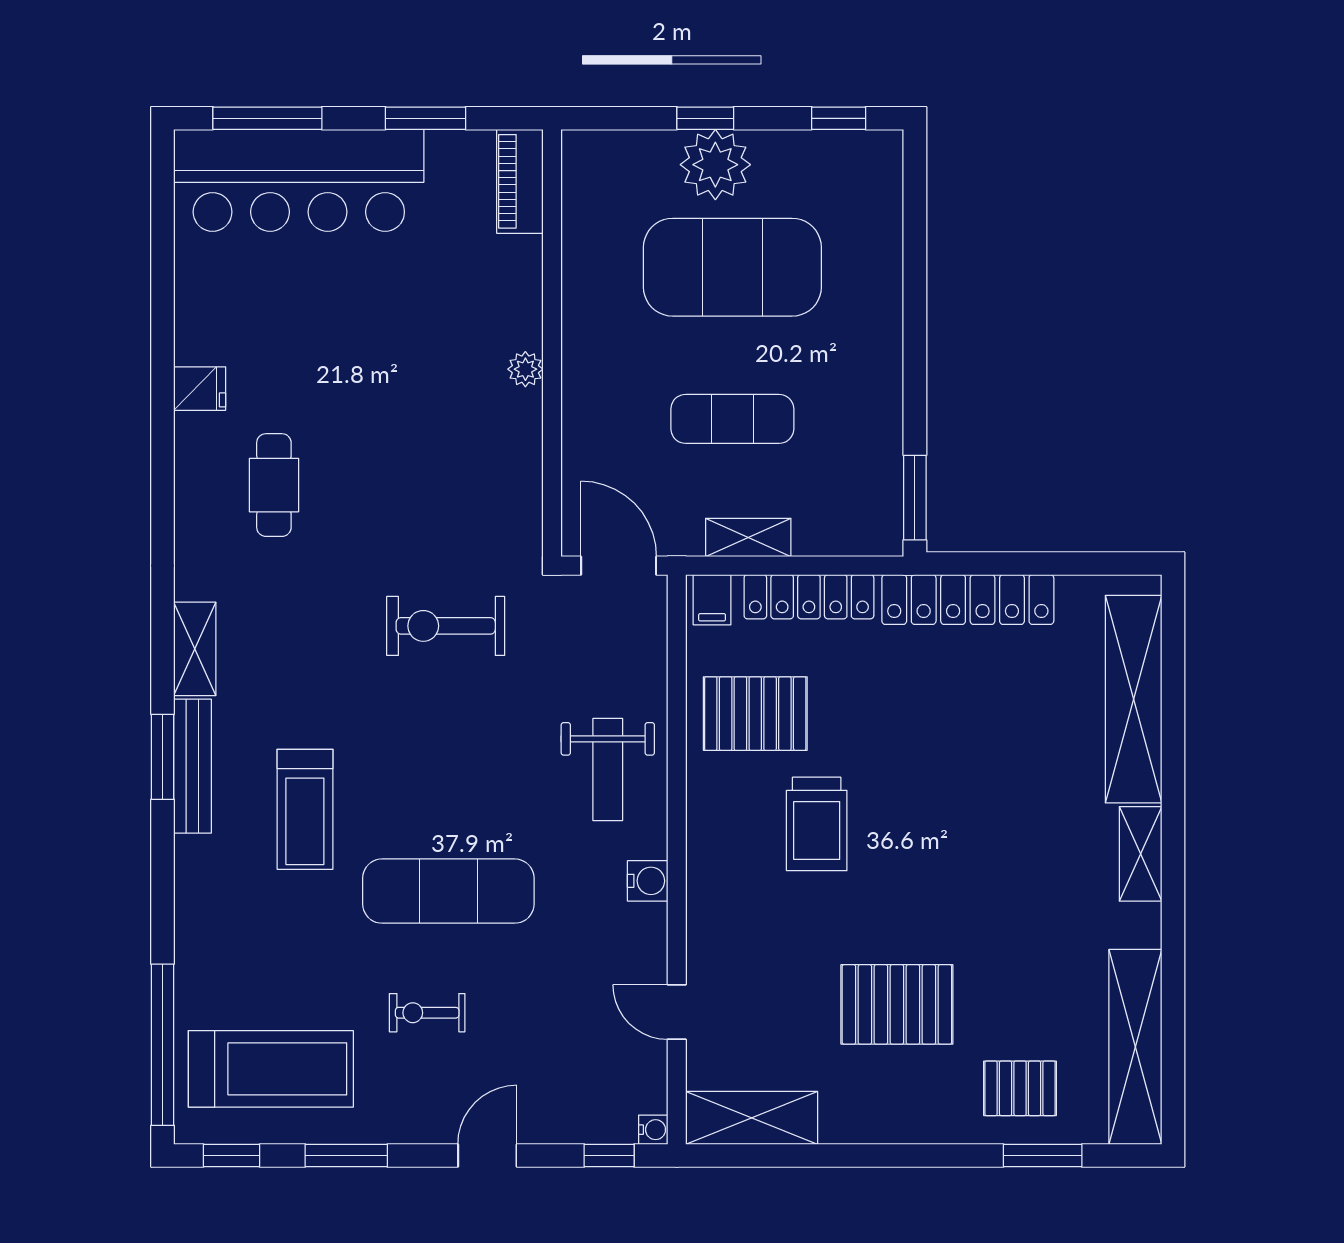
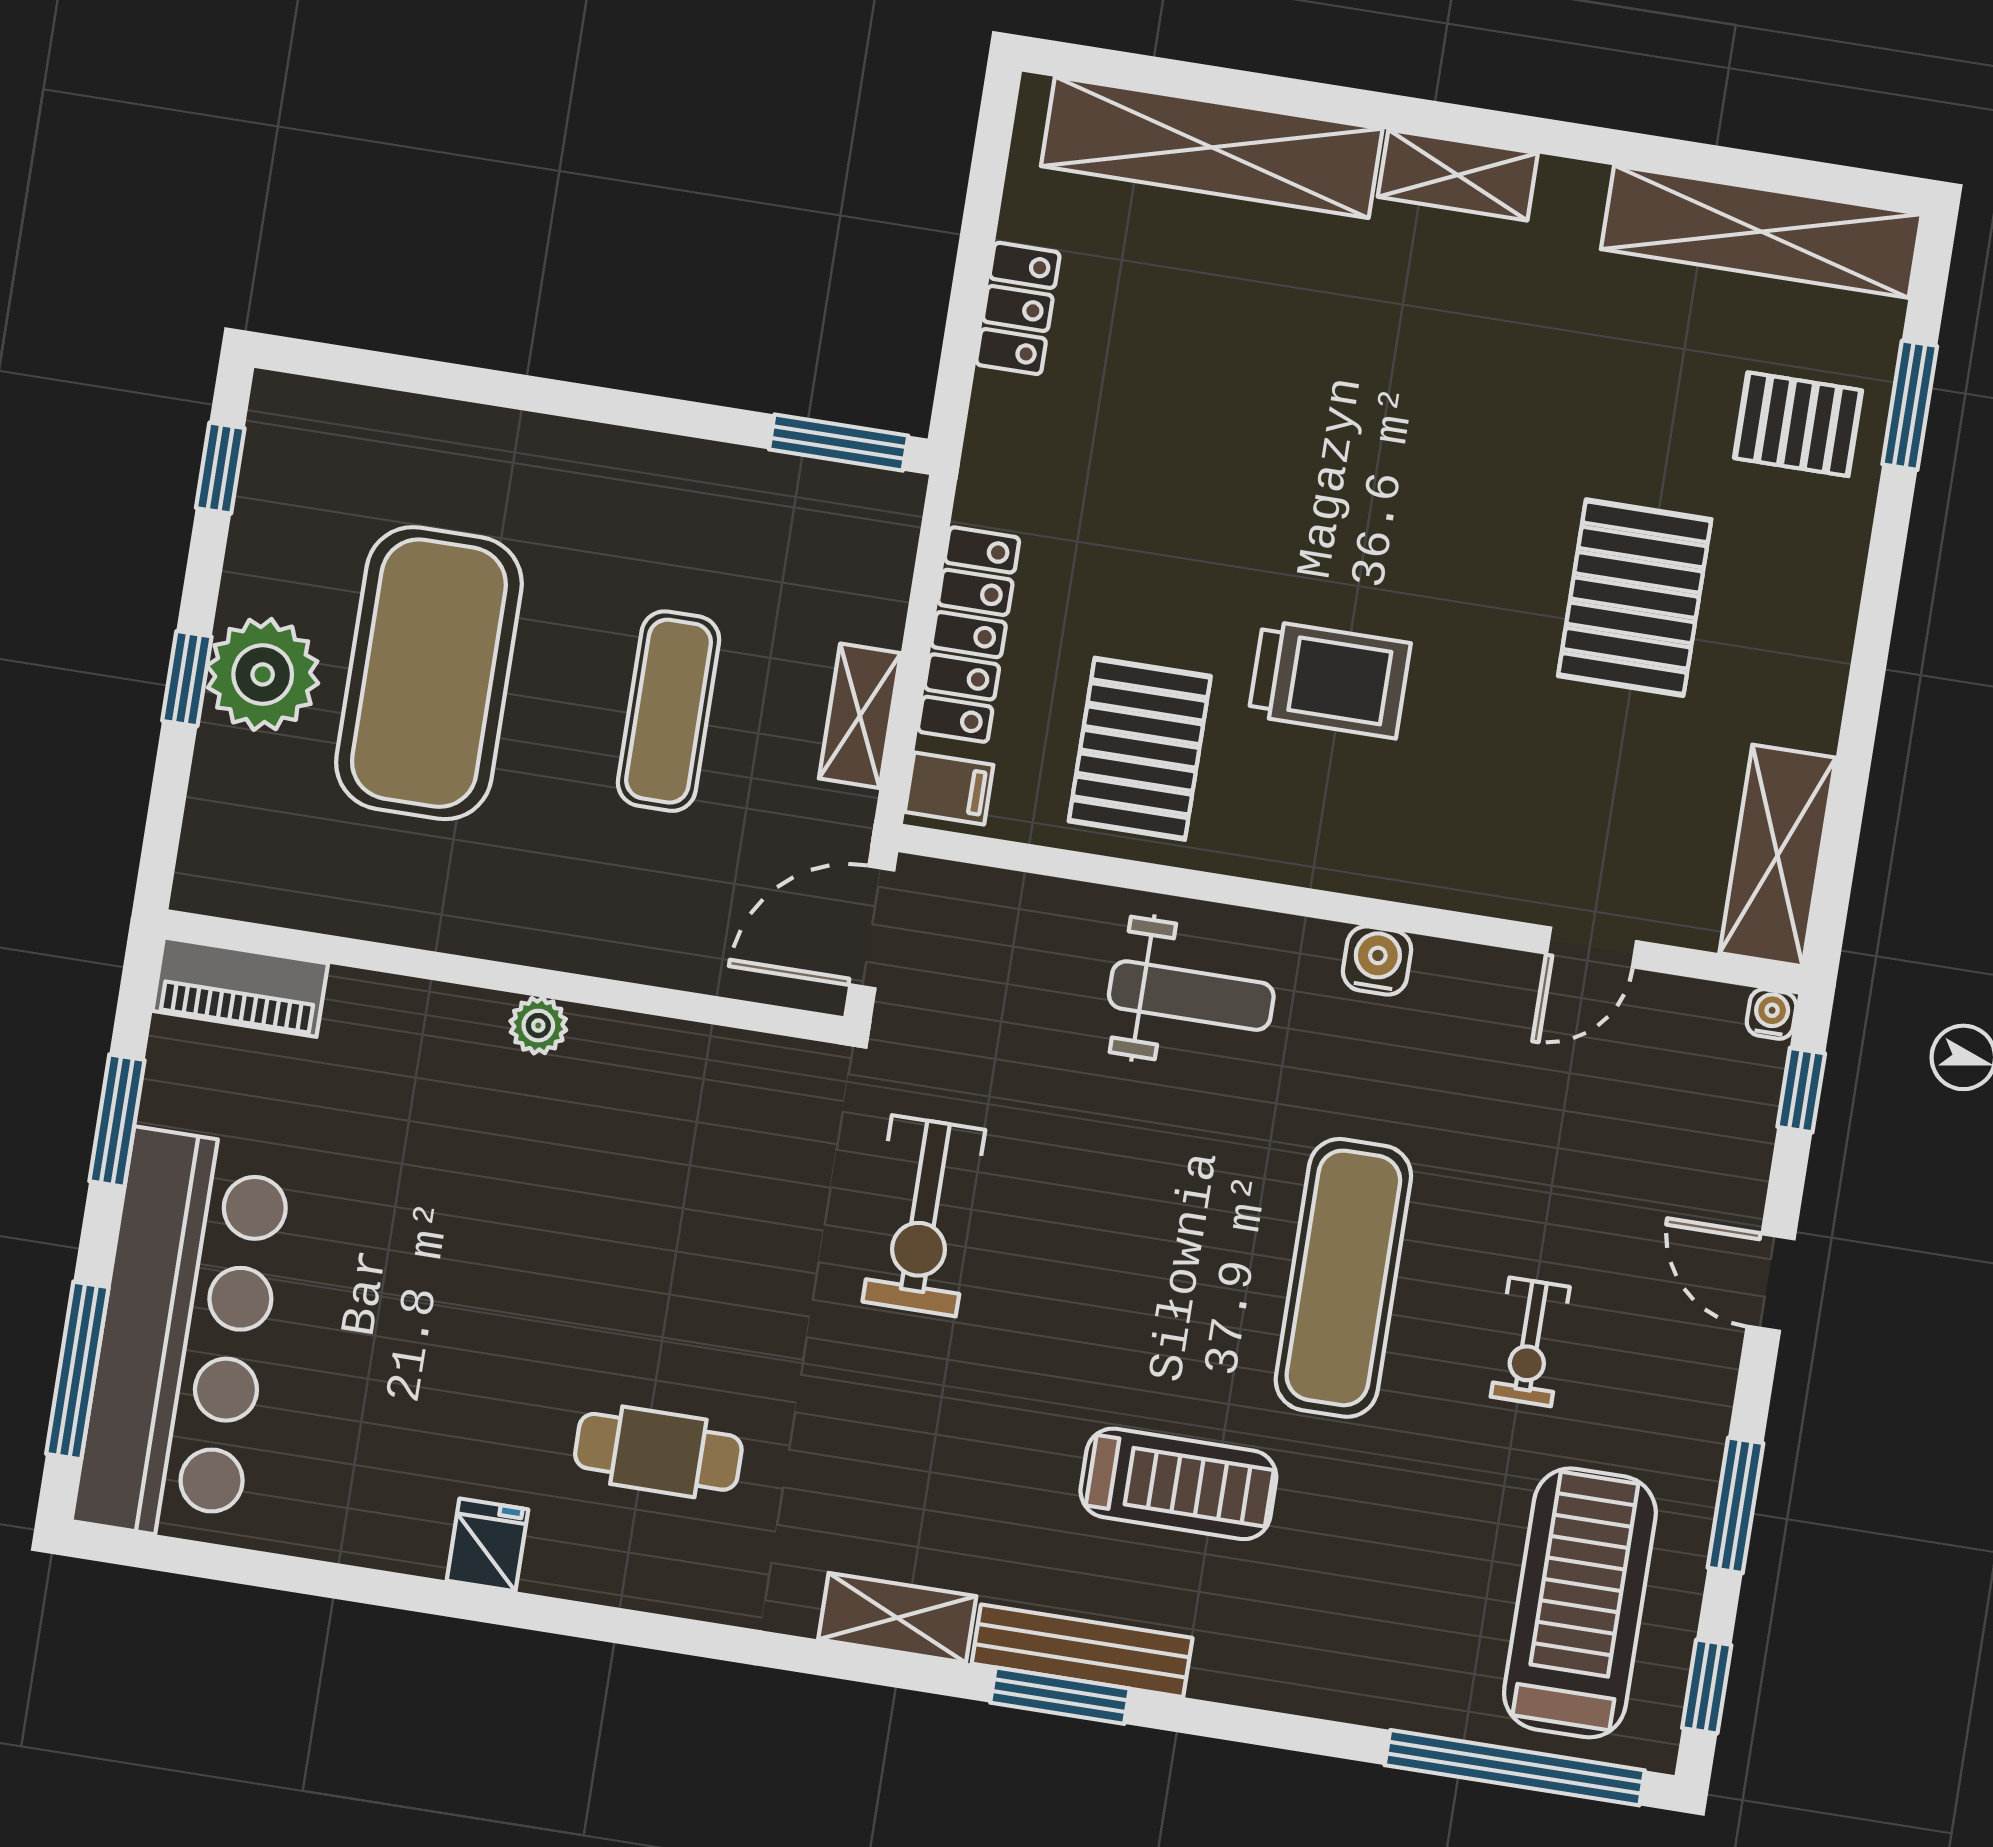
locker: (968, 600) -> (1018, 308), width x0.46, depth x0.83
pallet: (1020, 1088) -> (1798, 424), turned 90

